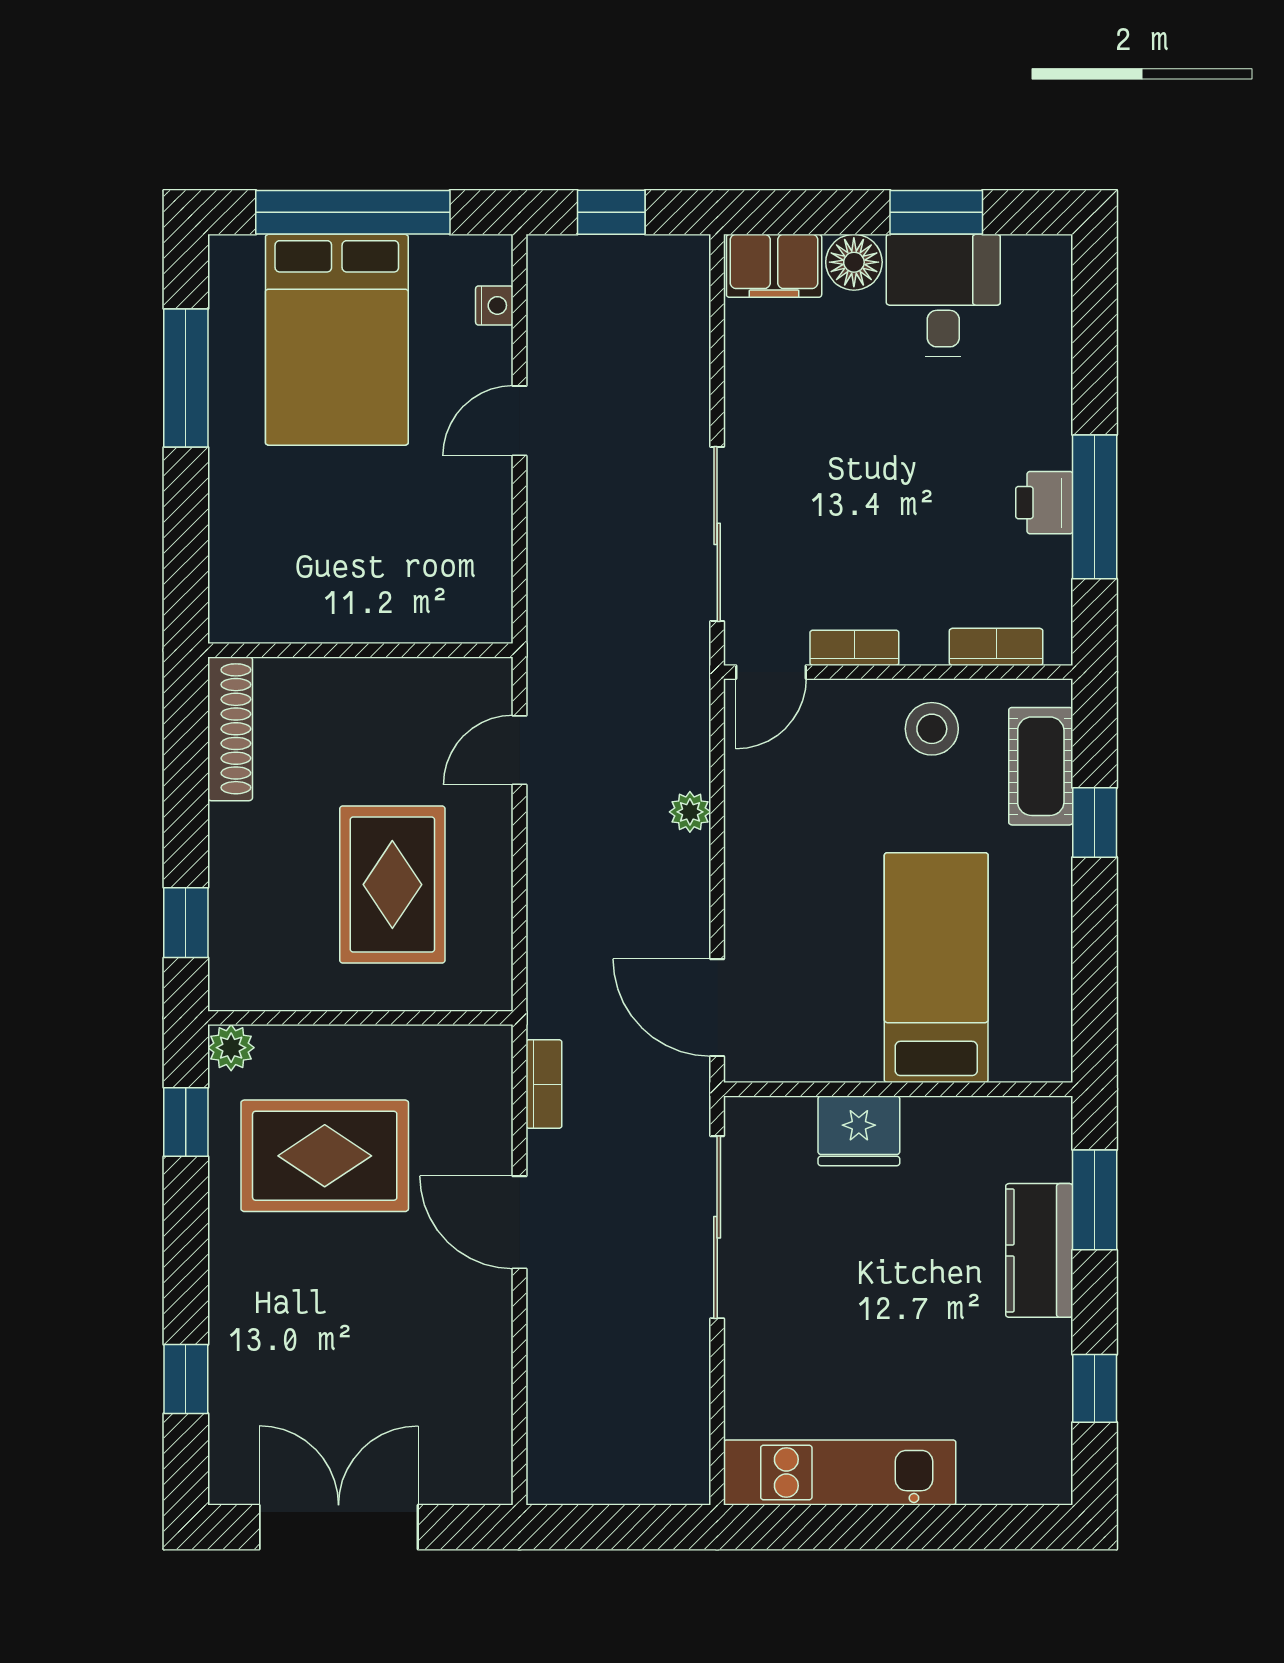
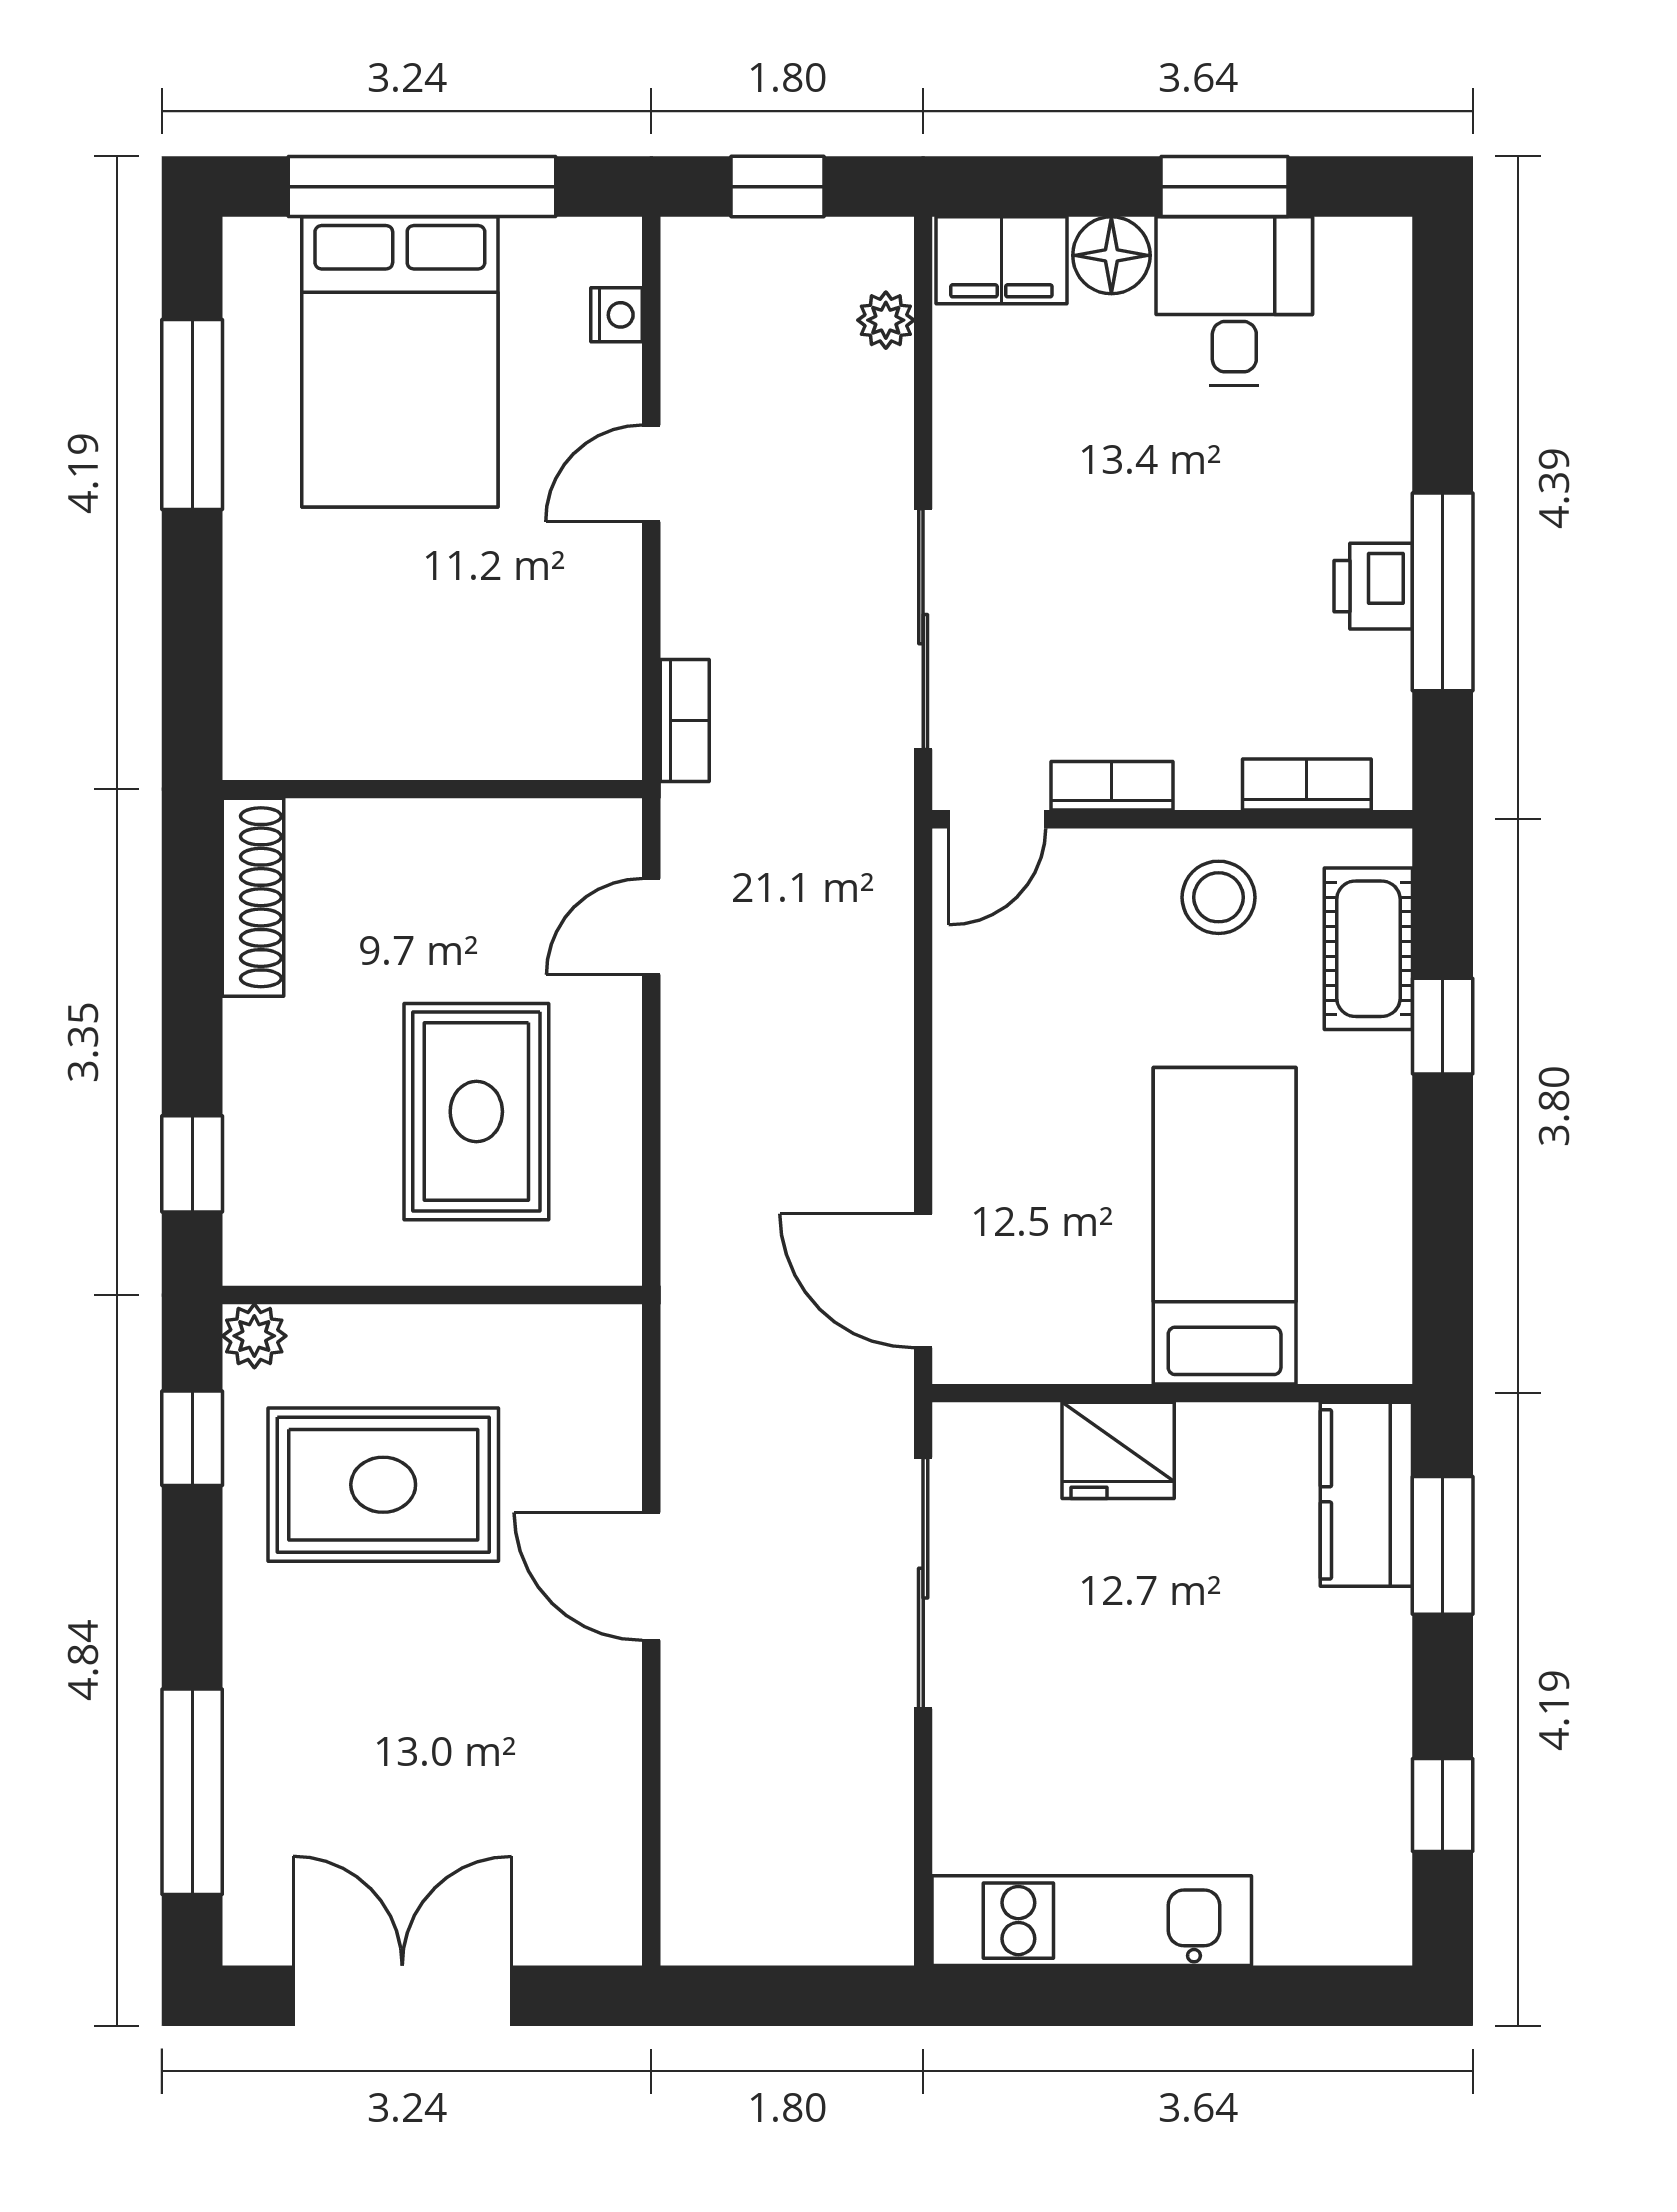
plant: (690, 812) -> (886, 320), moved
bookcase: (544, 1084) -> (685, 721), moved
kitchen counter: (1039, 1250) -> (1366, 1494), moved
window: (186, 1379) -> (192, 1792), width x2.17

